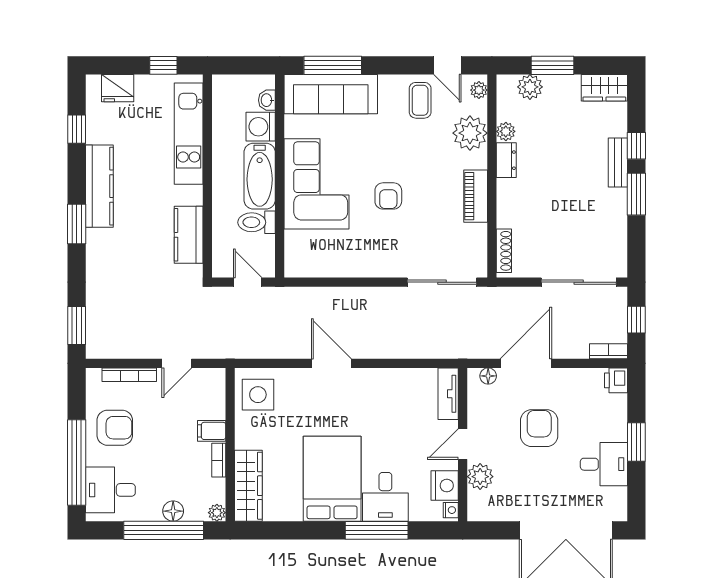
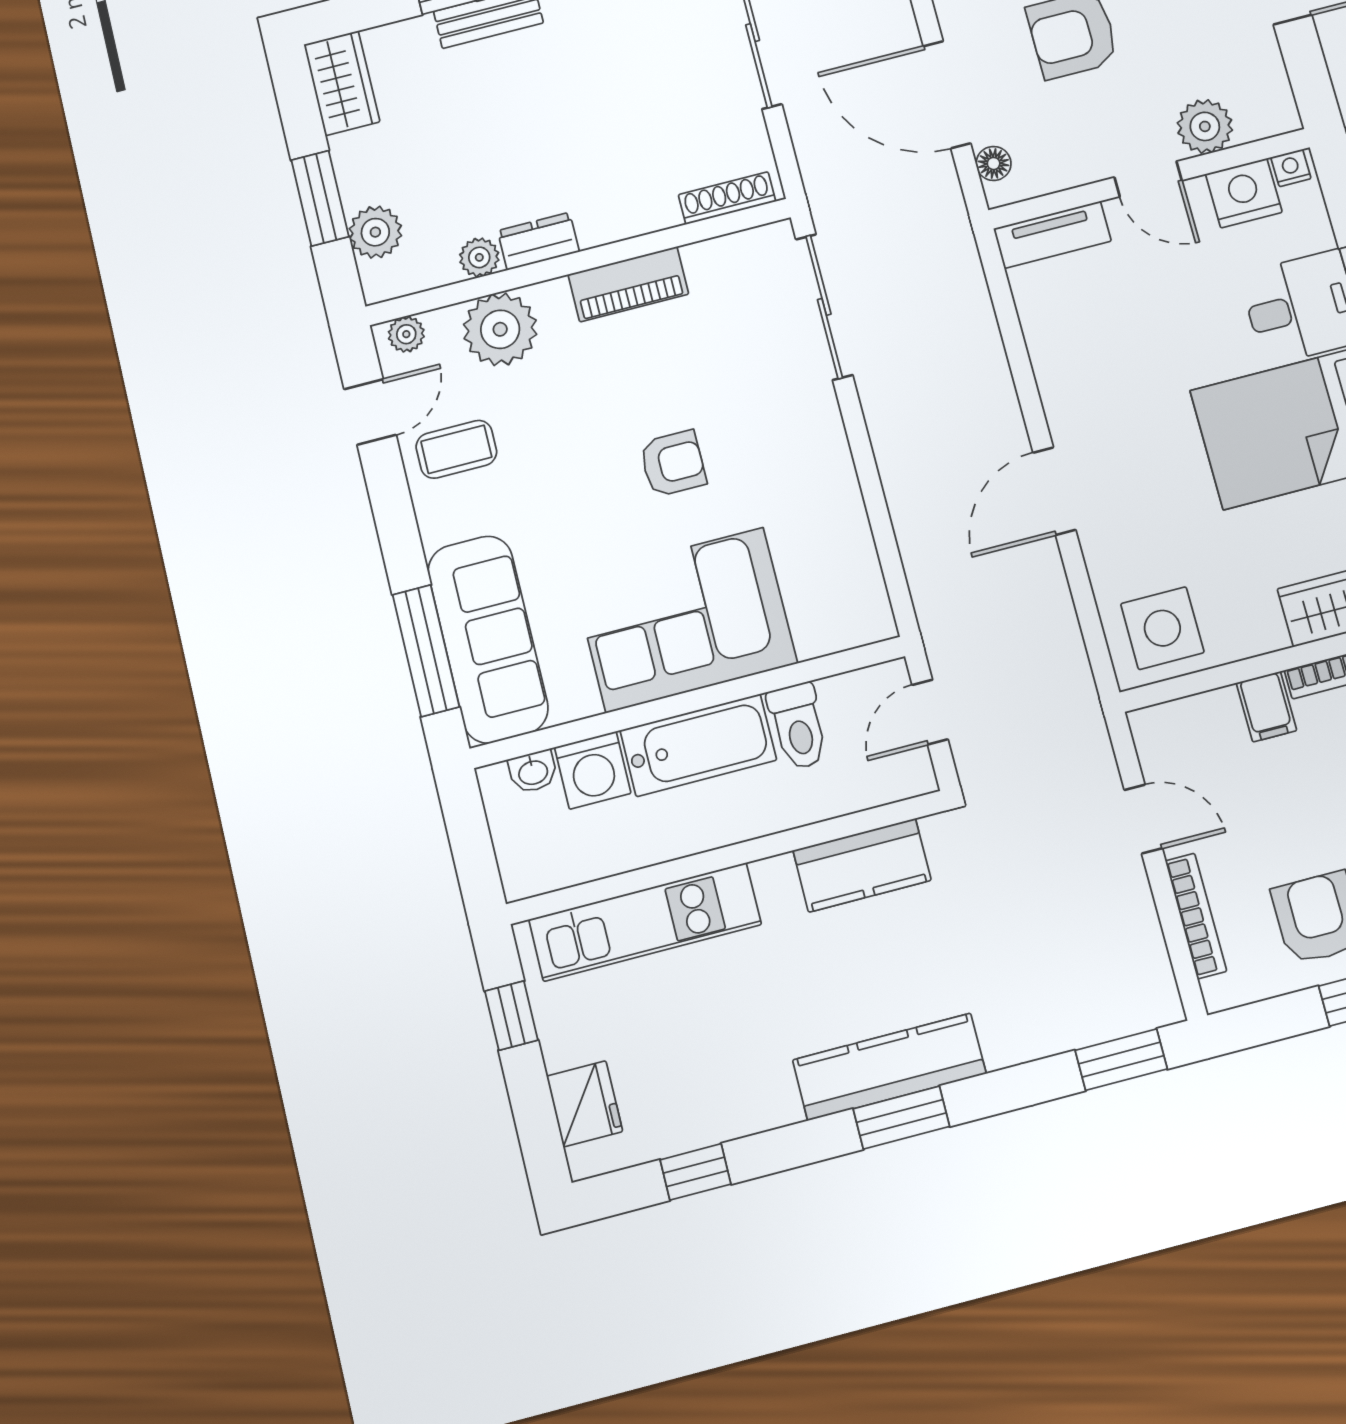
kitchen counter: (99, 186) -> (889, 1067), moved

